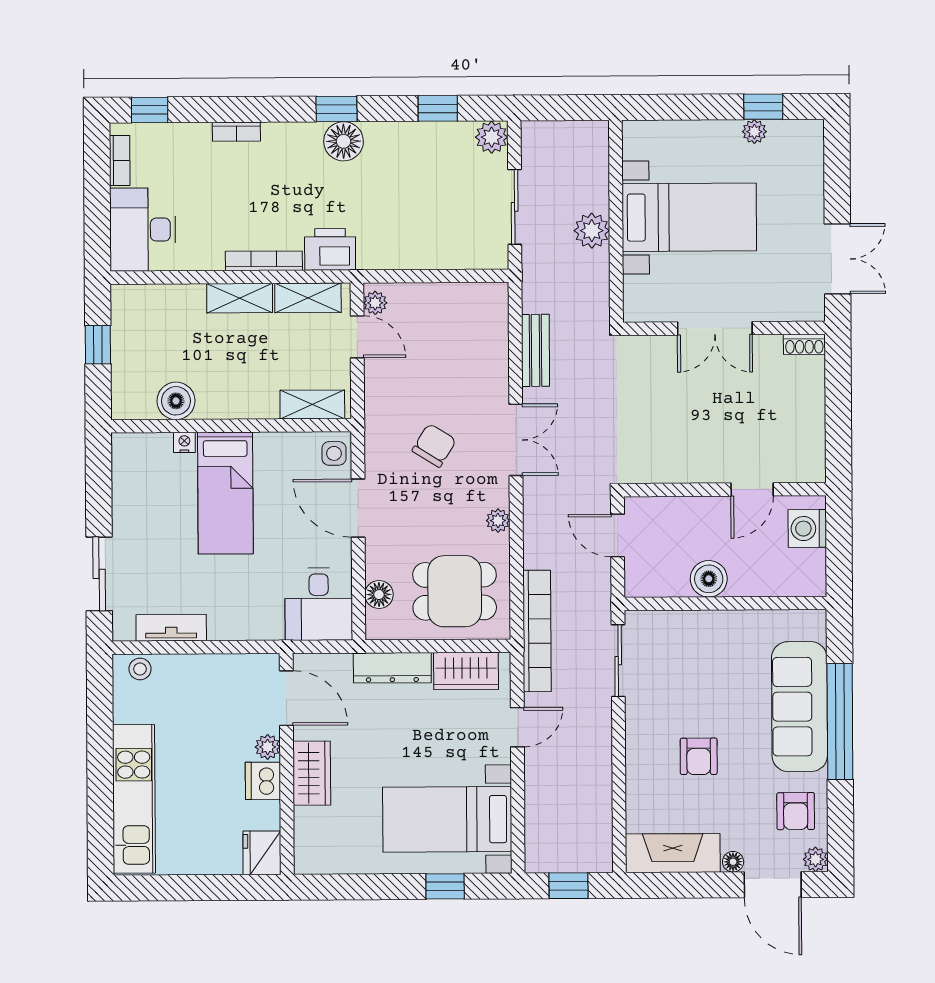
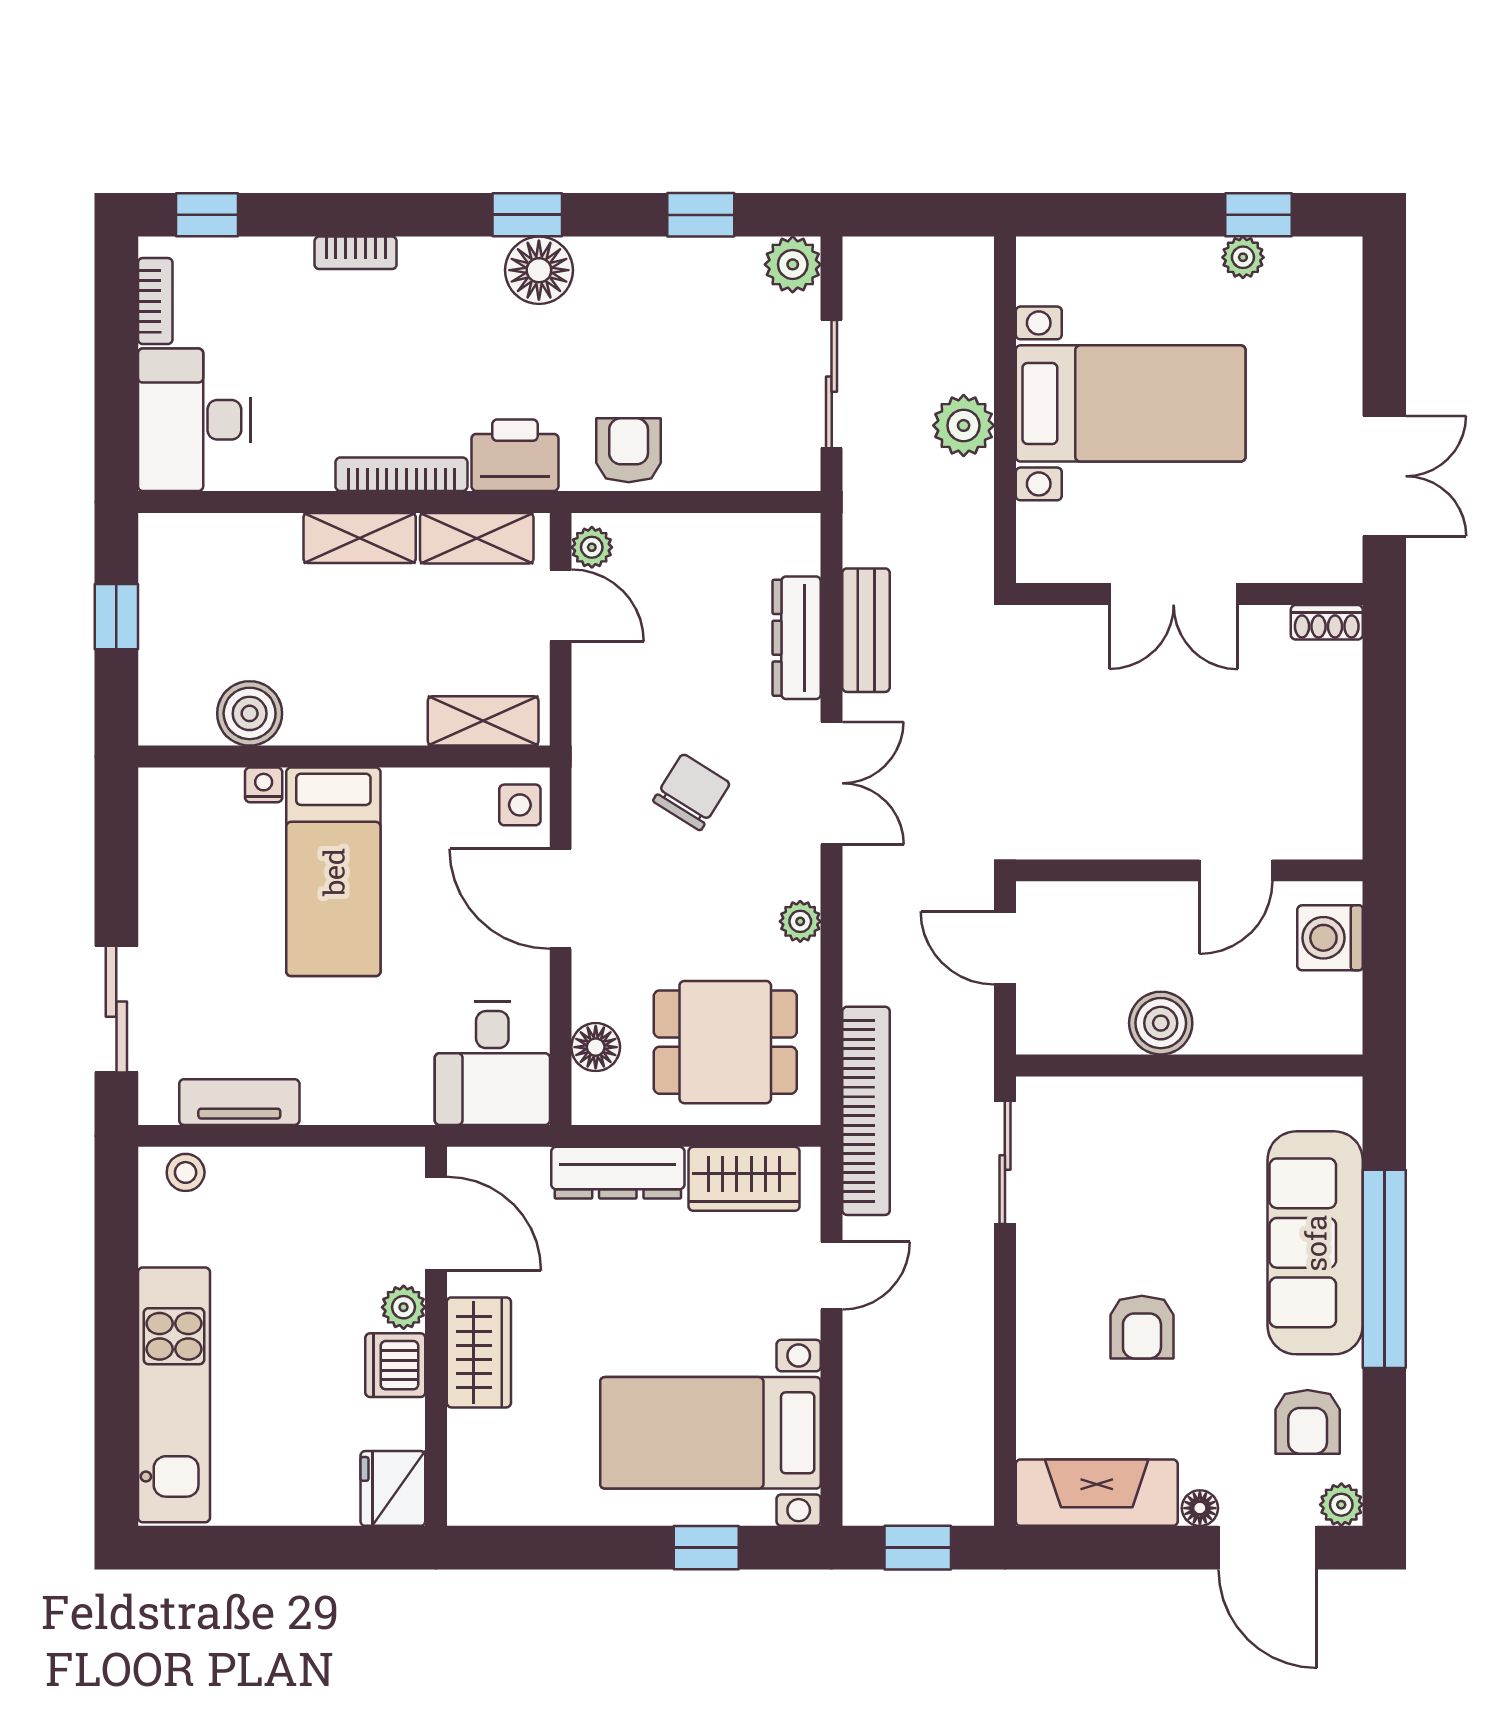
armchair: (396, 246) -> (629, 450), added
dresser: (495, 355) -> (797, 638), added

